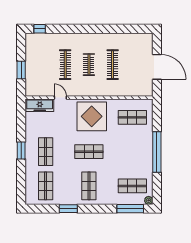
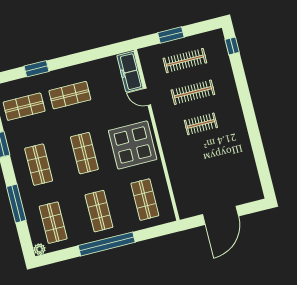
clothes rail: (113, 65) -> (185, 61), moved
door: (60, 98) -> (147, 97), swing flipped
window: (21, 150) -> (36, 69), moved
shop shelf: (132, 152) -> (99, 211), added
shop shelf: (89, 186) -> (39, 165), turned 90
window: (130, 209) -> (16, 203), moved

